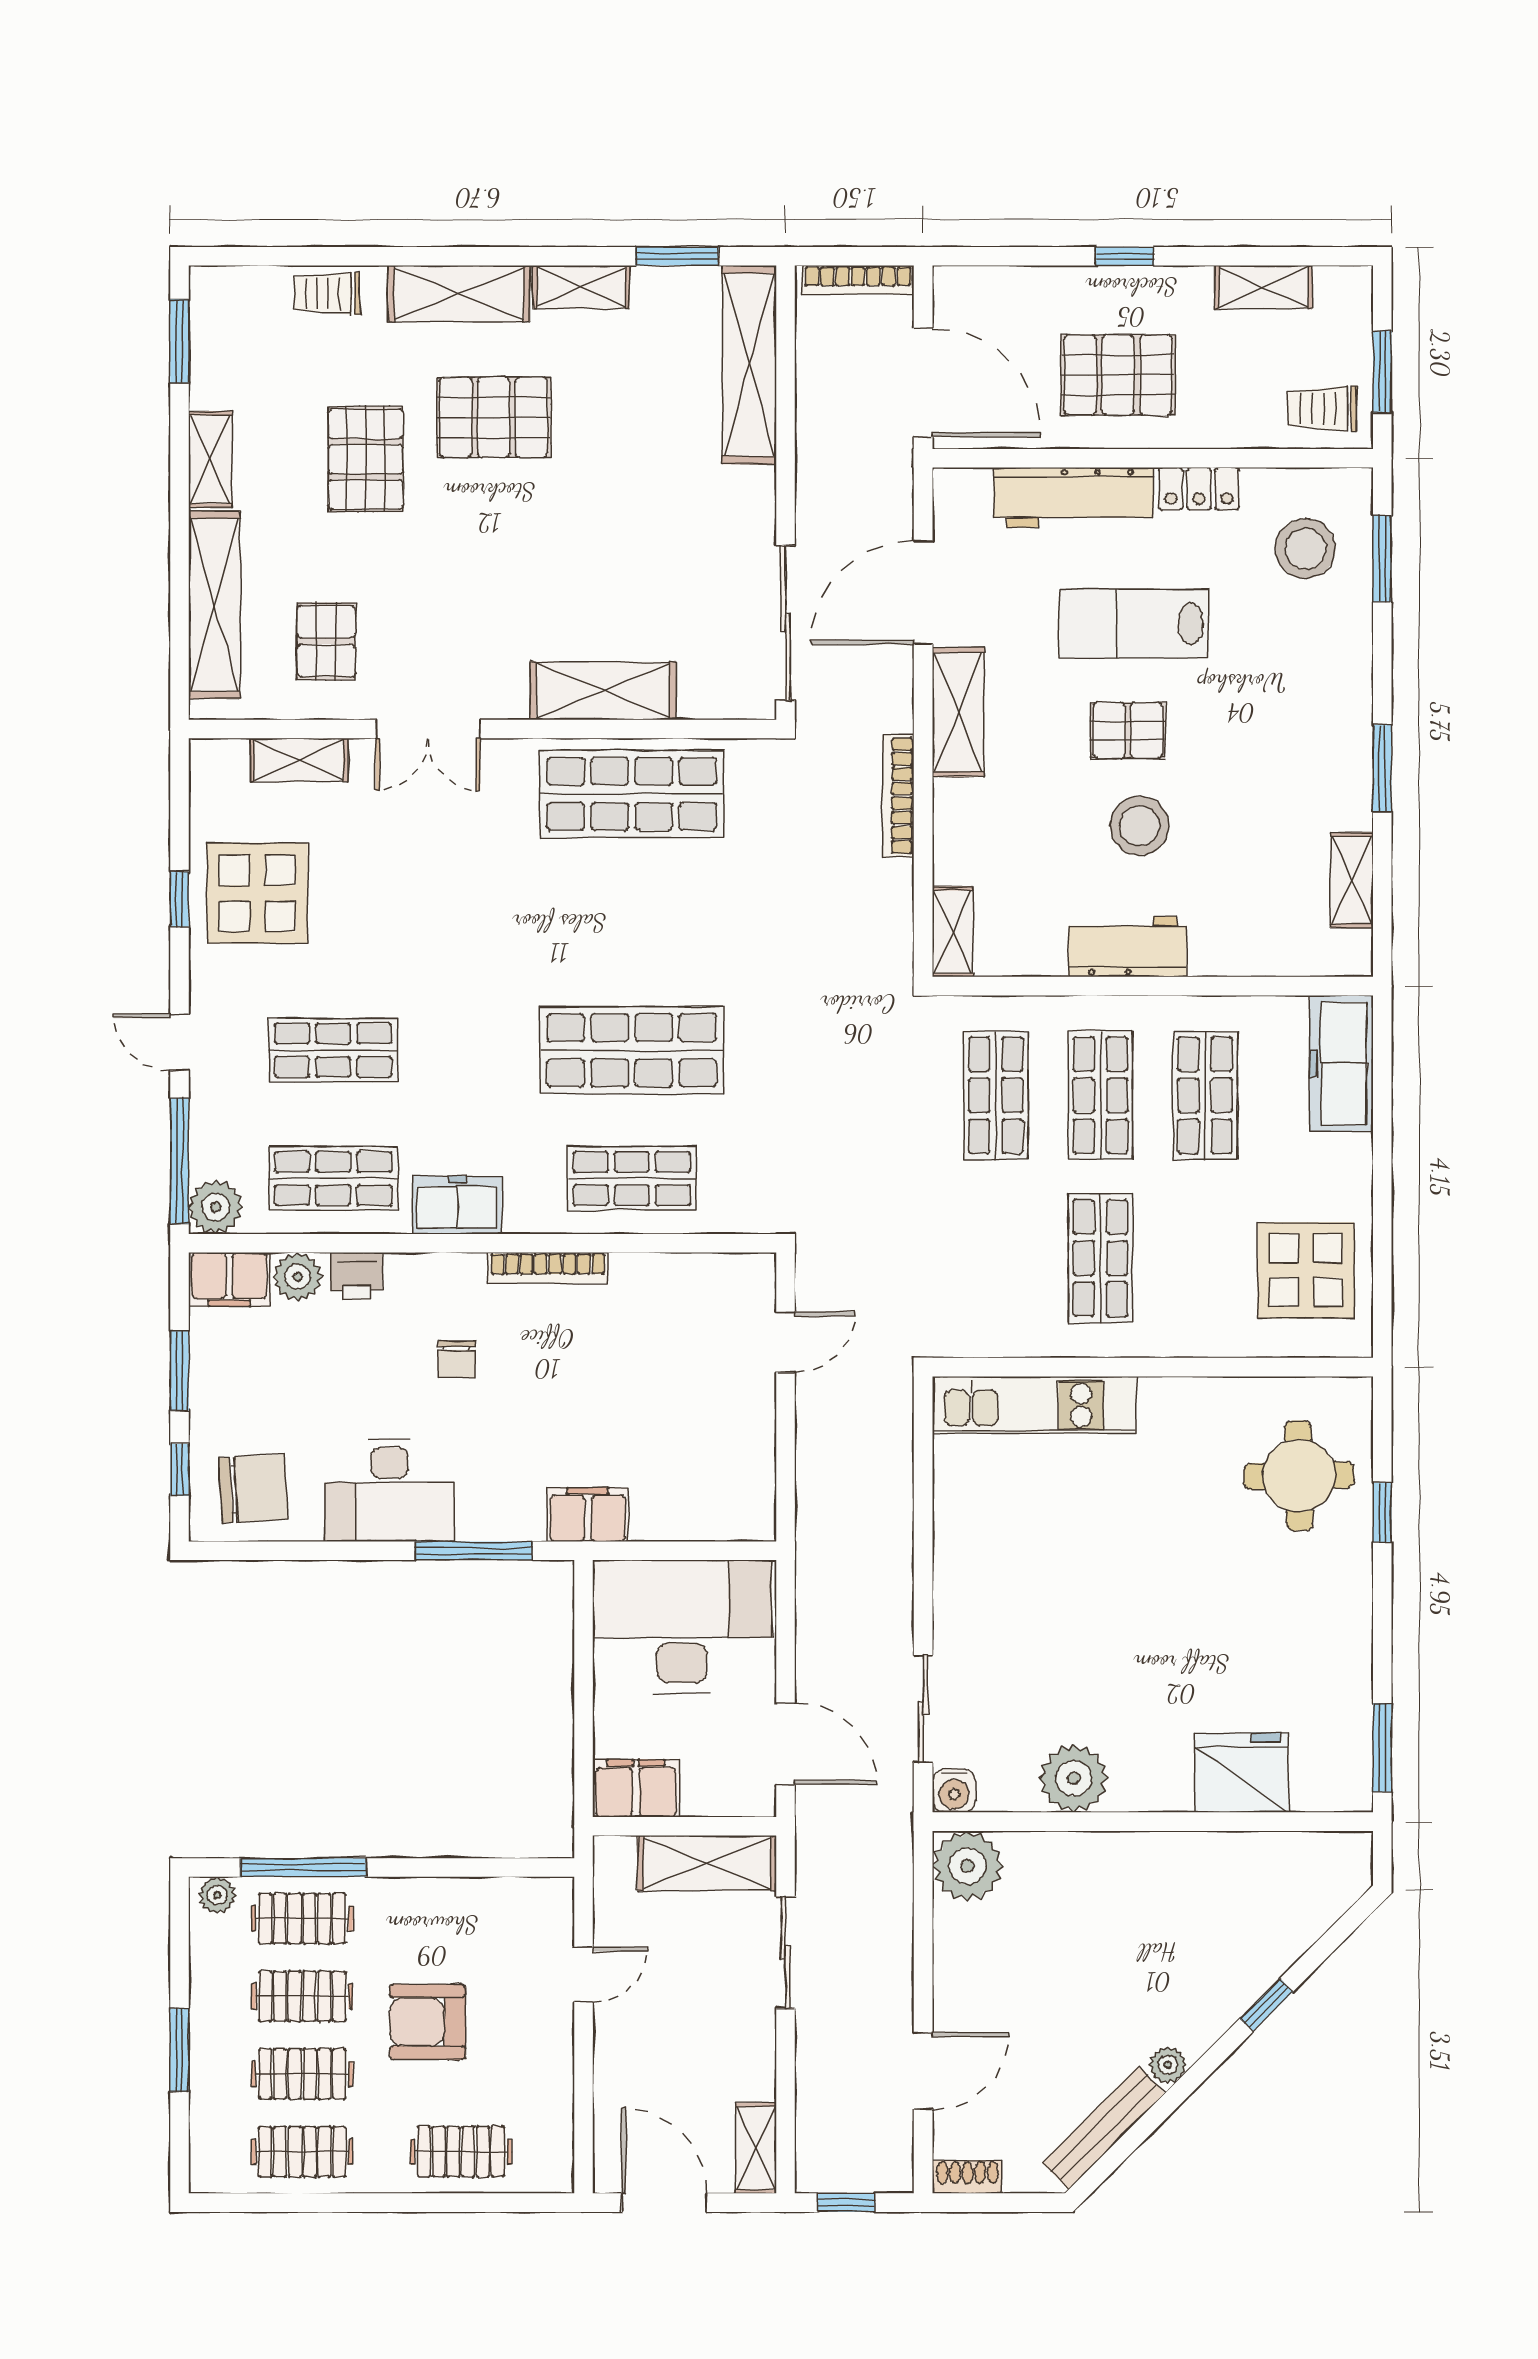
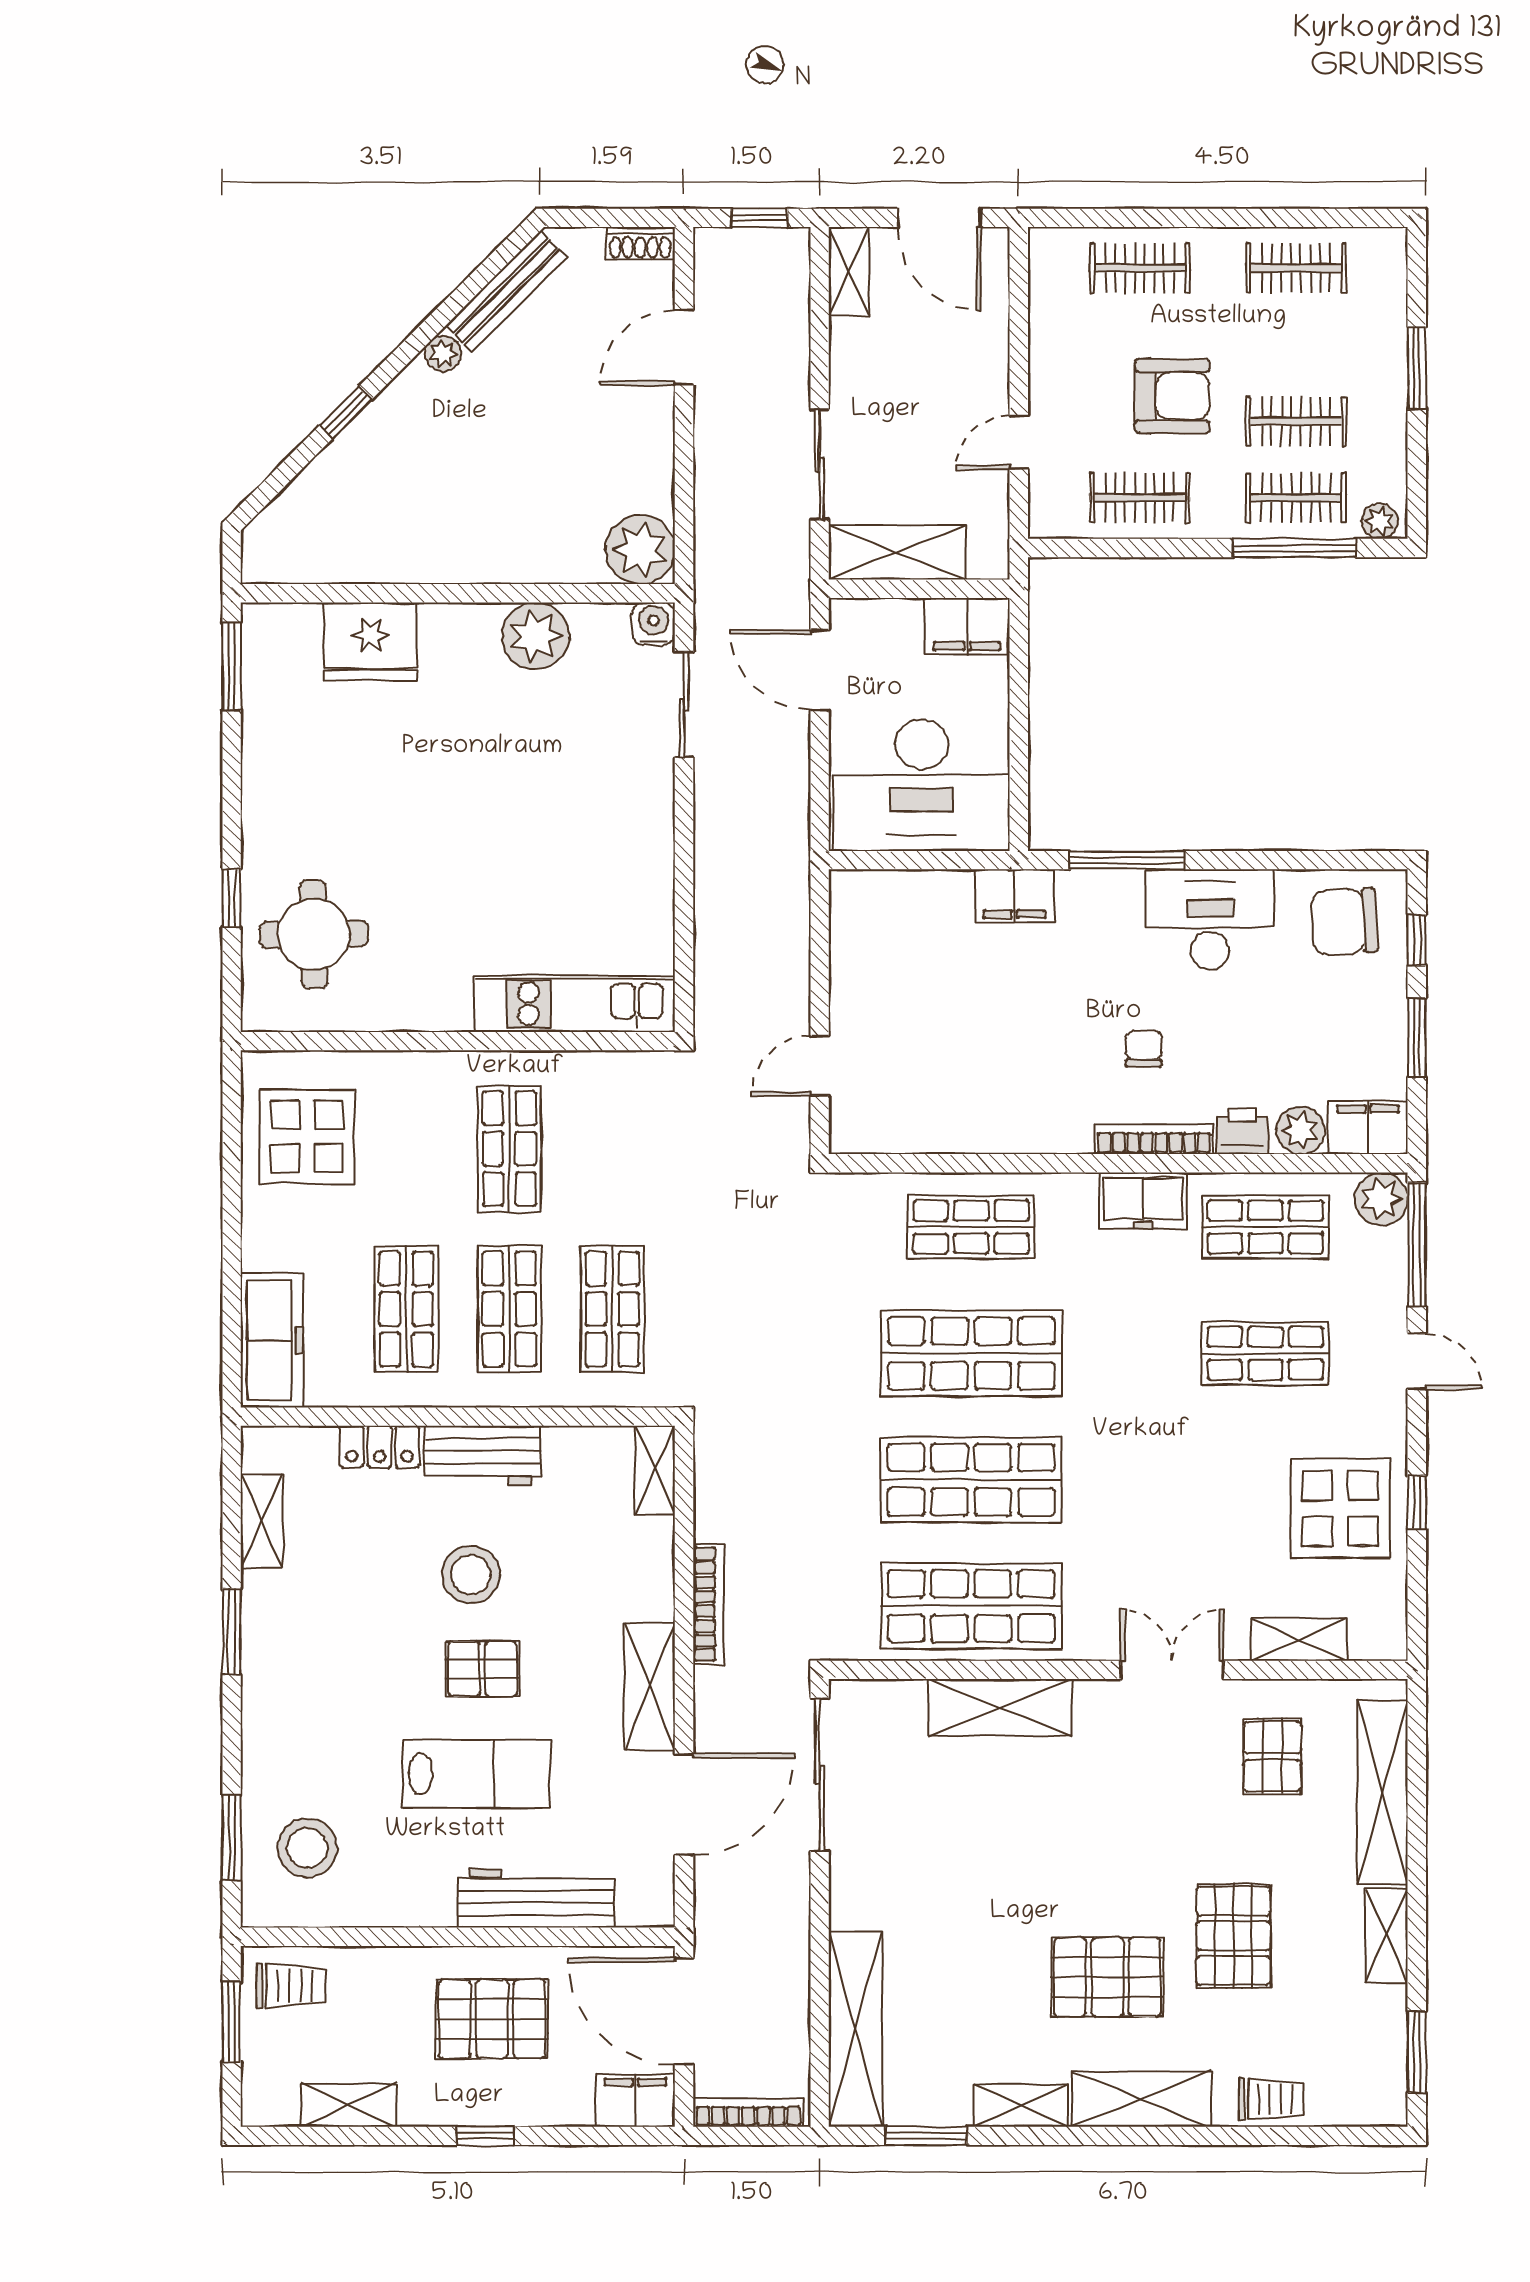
filing cabinet: (972, 292) -> (635, 2100), added
locker: (1199, 489) -> (380, 1447), moved, turned 180
shop shelf: (632, 922) -> (971, 1480), added
bookcase: (548, 1268) -> (1154, 1139), moved
clothes rail: (302, 2074) -> (1140, 498), moved

